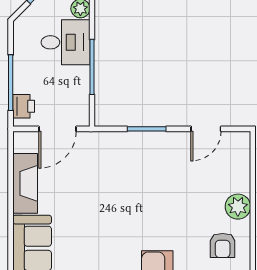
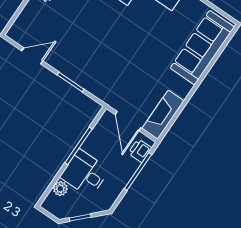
door: (57, 129) -> (128, 121), swing flipped
fireplace: (25, 183) -> (163, 115), moved

